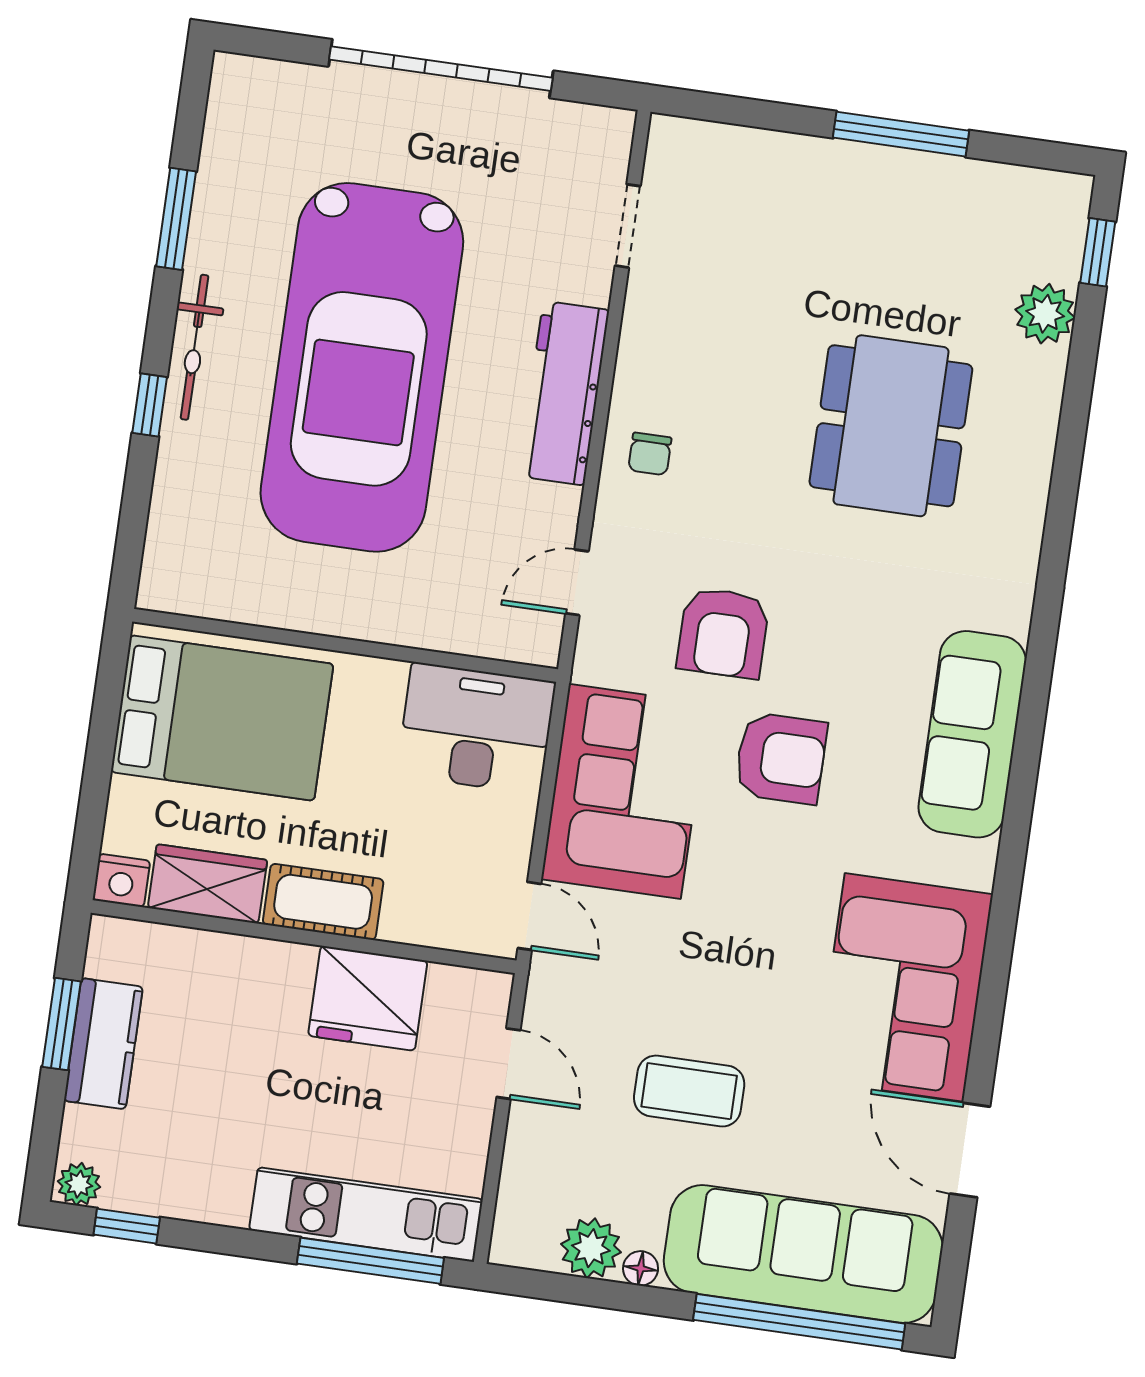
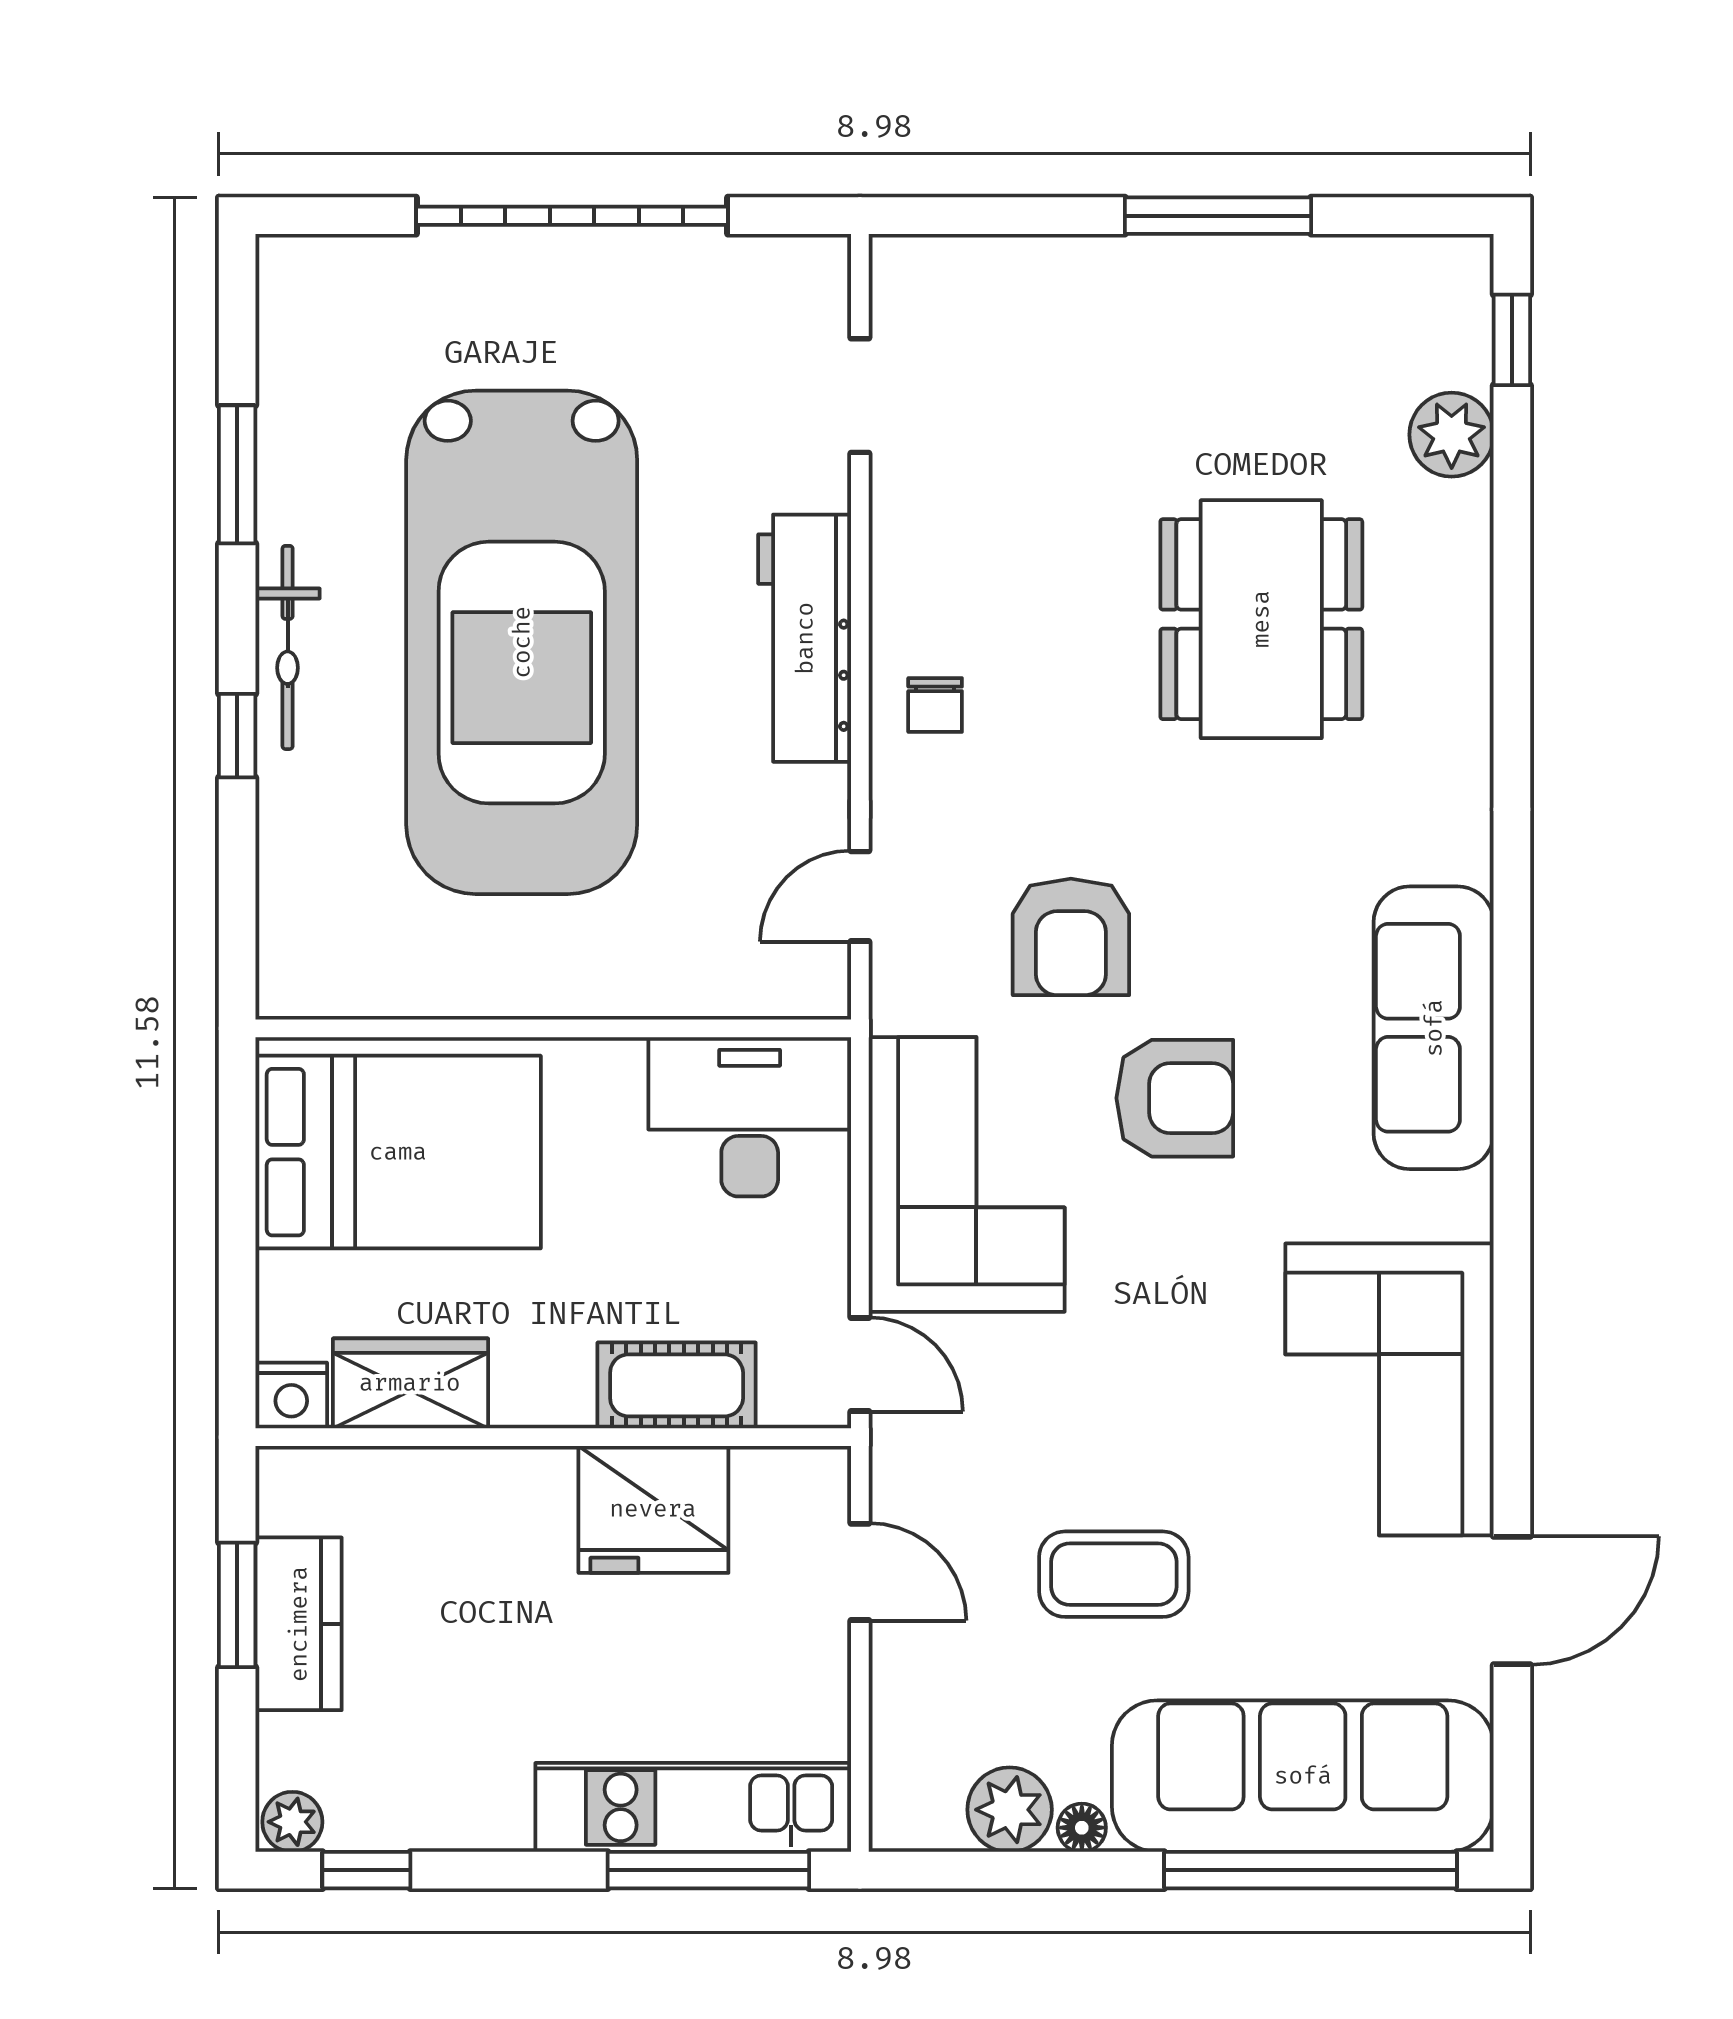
cot: (323, 902) -> (677, 1385), moved
door: (970, 1150) -> (1512, 1601), swing flipped

